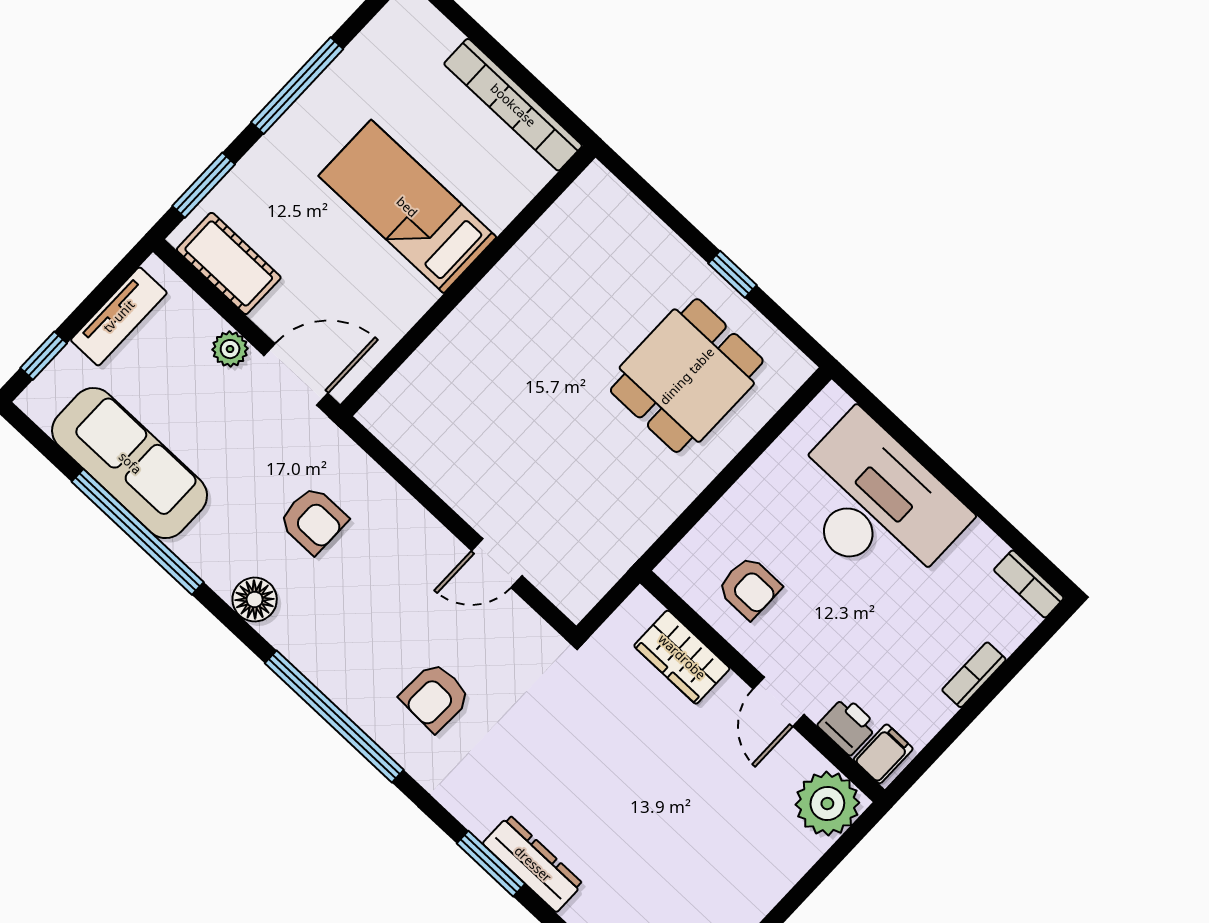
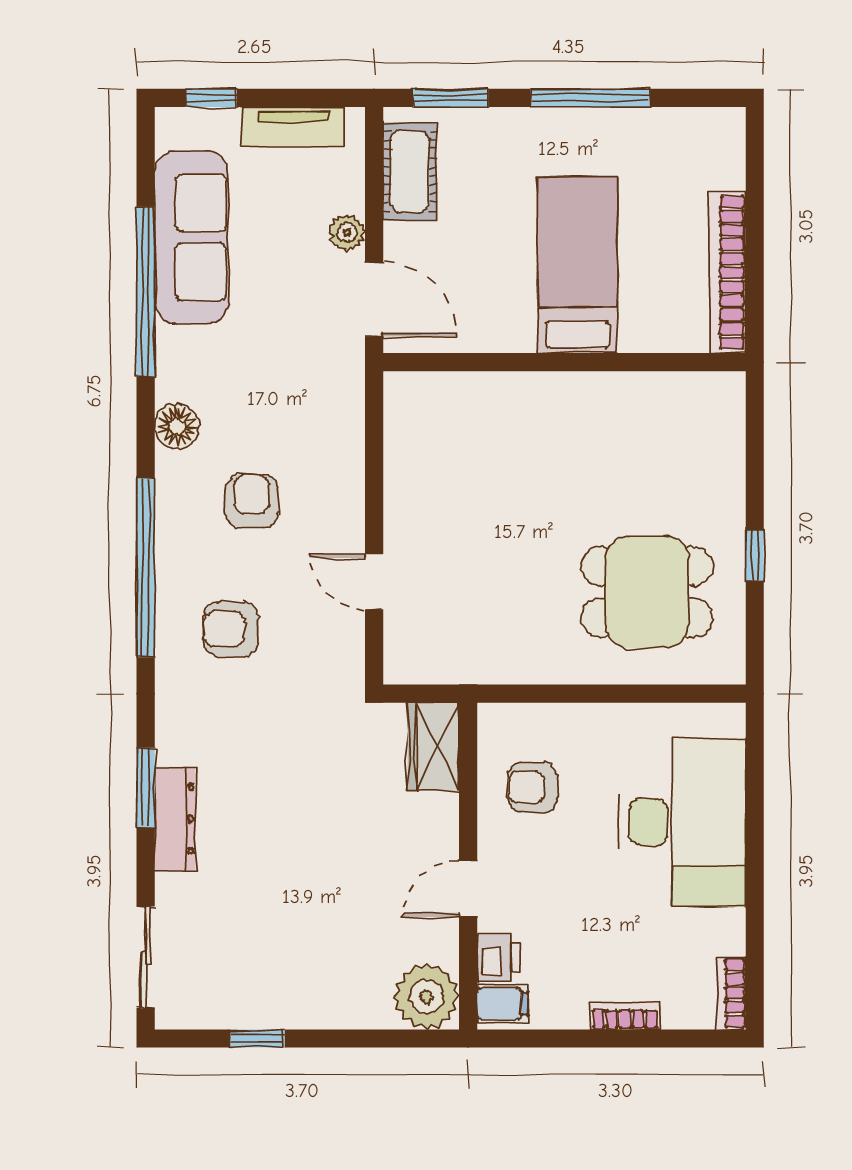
armchair: (313, 520) -> (252, 501), moved, turned 180
armchair: (749, 588) -> (533, 787), turned 90
wardrobe: (682, 657) -> (434, 747), moved

